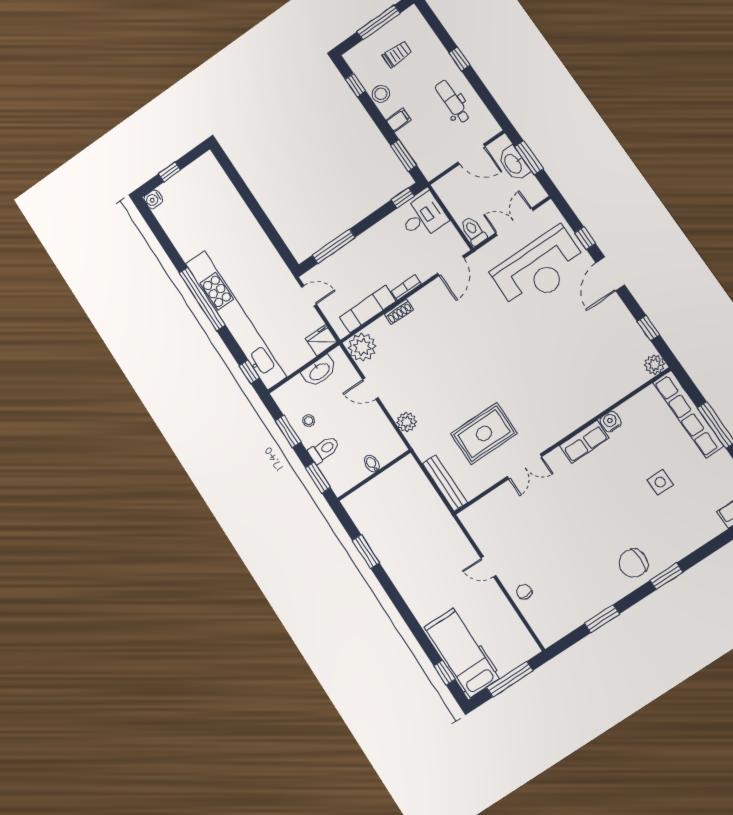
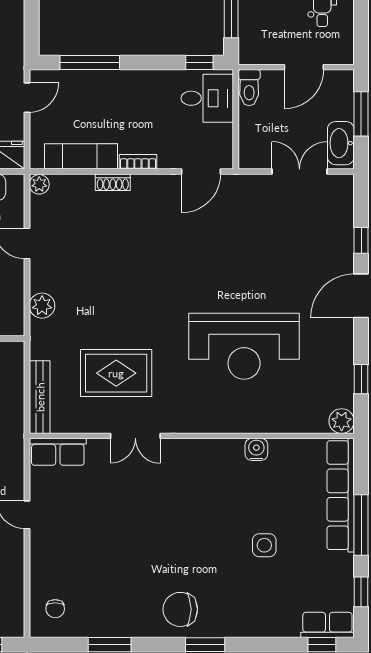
door: (472, 154) -> (304, 67), hinge flipped
washbasin: (514, 164) -> (341, 143), moved
toilet: (473, 231) -> (249, 88), moved, turned 180
reception desk: (539, 269) -> (244, 346), moved
door: (309, 296) -> (27, 98), hinge flipped
plant: (362, 347) -> (39, 184), width x0.53, depth x0.53
row of seats: (584, 442) -> (58, 452), moved
chair: (524, 592) -> (55, 609), moved, turned 180

